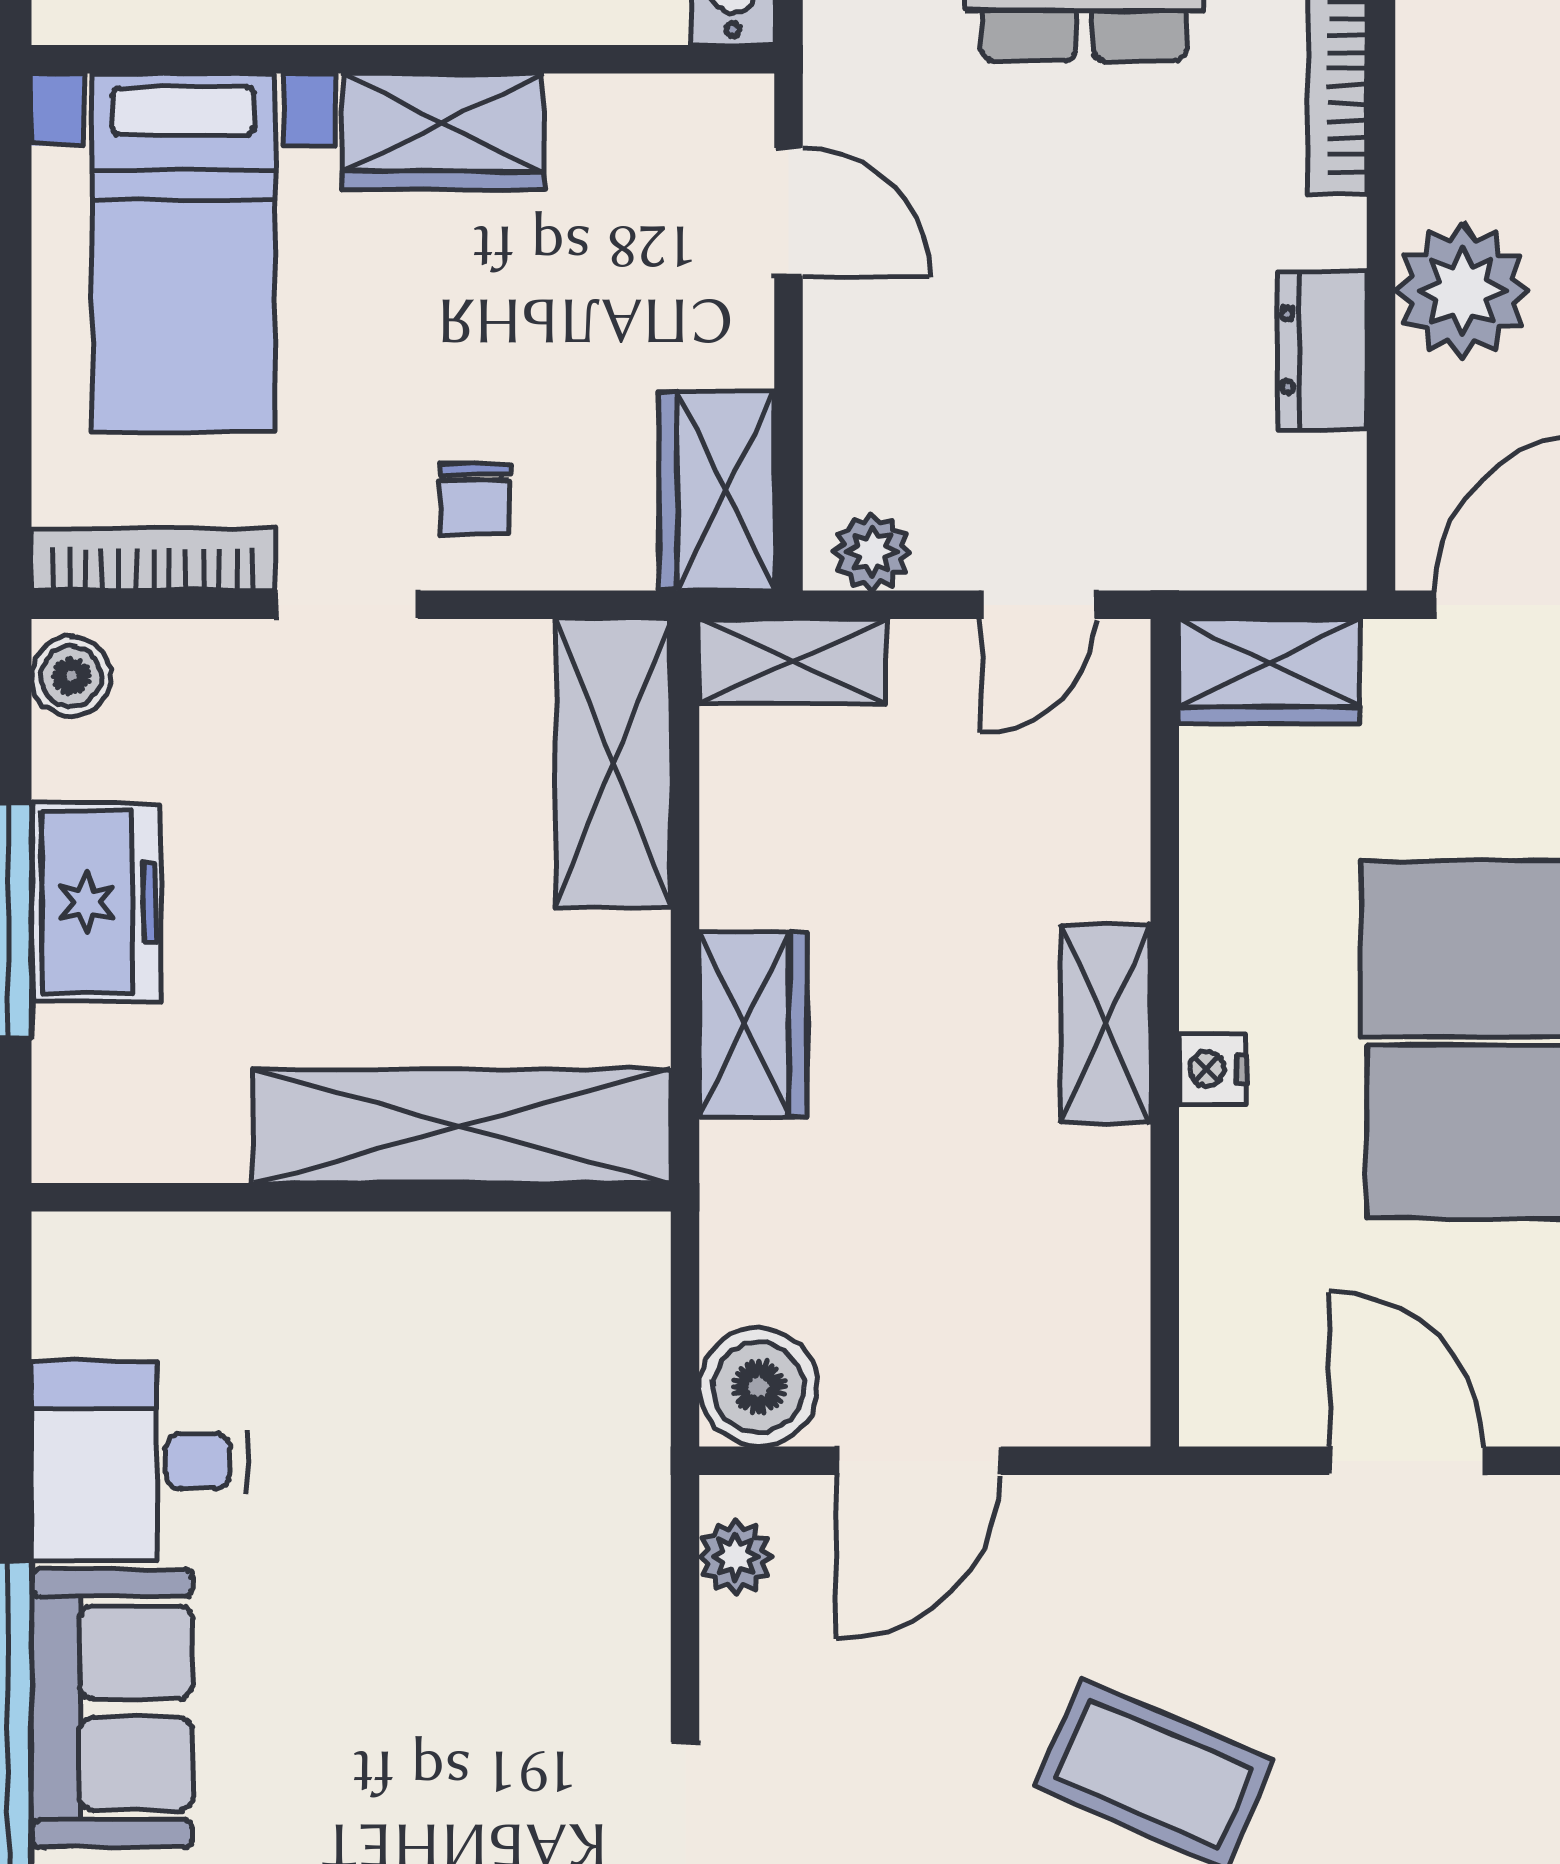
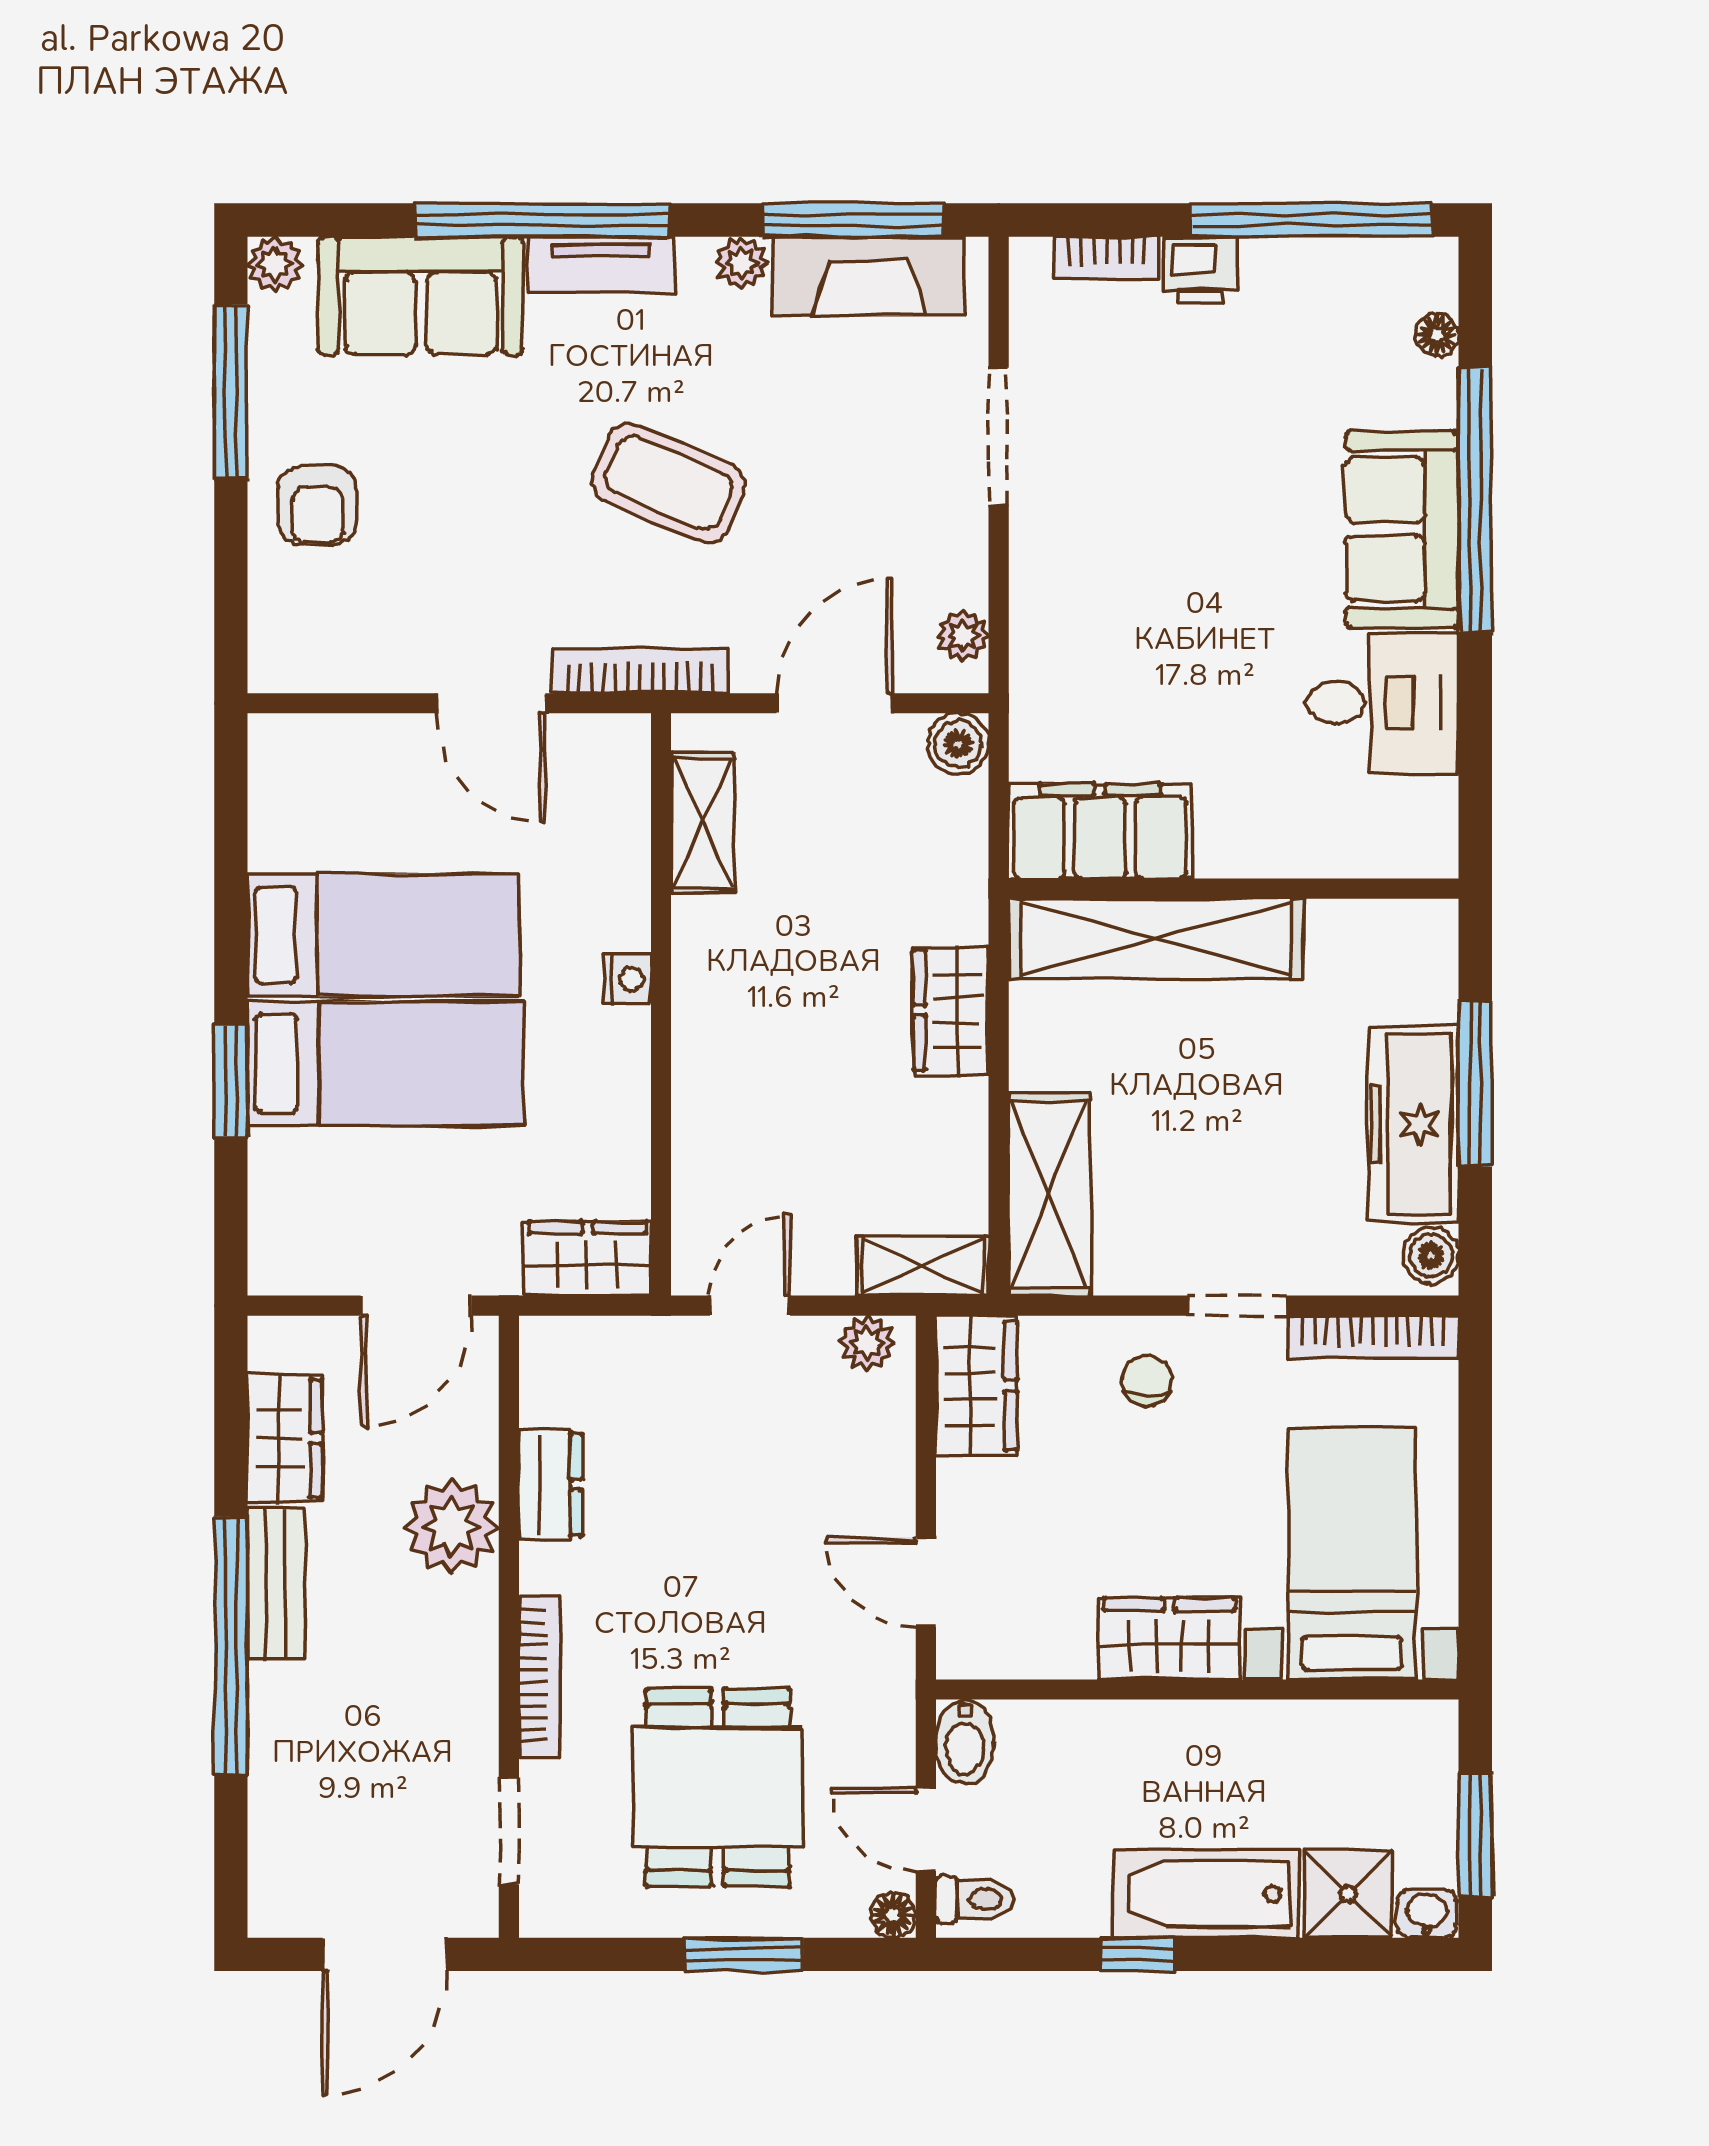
freezer: (96, 902) -> (1413, 1124), width x1.40
shelving: (1106, 1024) -> (703, 823), moved
filing cabinet: (541, 1279) -> (1100, 831), added
boiler: (759, 1387) -> (958, 744), width x0.73, depth x0.73
bookcase: (1194, 1506) -> (640, 671), added

